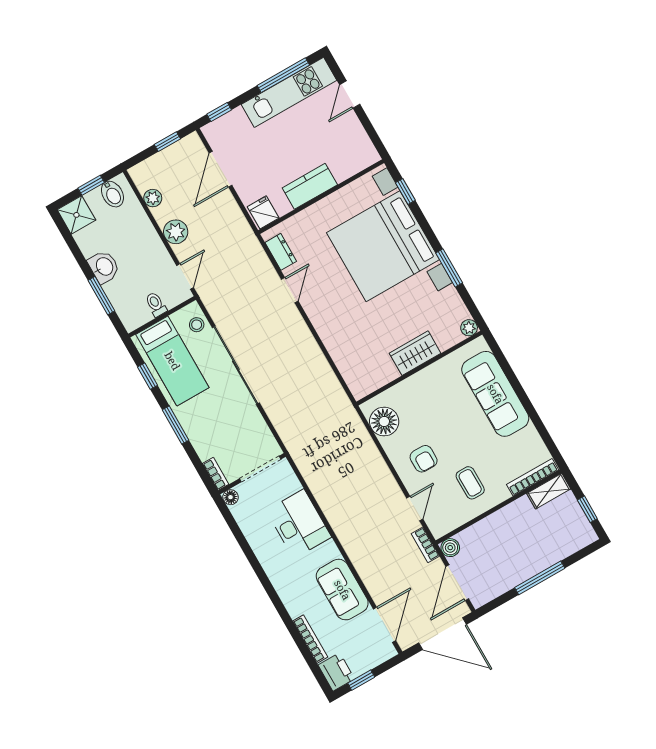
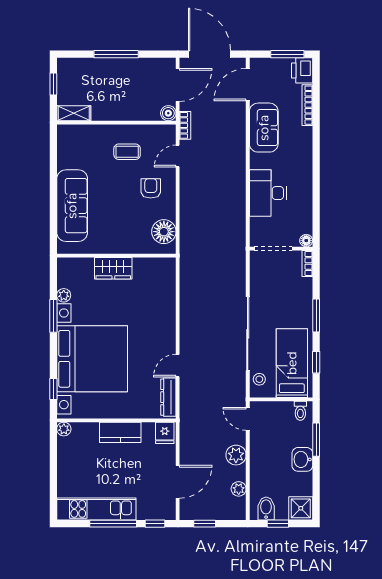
window: (283, 75) -> (113, 524), moved
door: (350, 95) -> (53, 482), removed
plant: (371, 156) -> (64, 429), added
dresser: (281, 252) -> (168, 397), width x1.44
door: (185, 276) -> (248, 419), hinge flipped
toilet: (156, 304) -> (300, 411), moved
plant: (469, 328) -> (64, 295), moved
bookcase: (533, 477) -> (80, 130), removed
coffee table: (470, 483) -> (127, 152), turned 90
window: (361, 680) -> (287, 54), width x1.50

